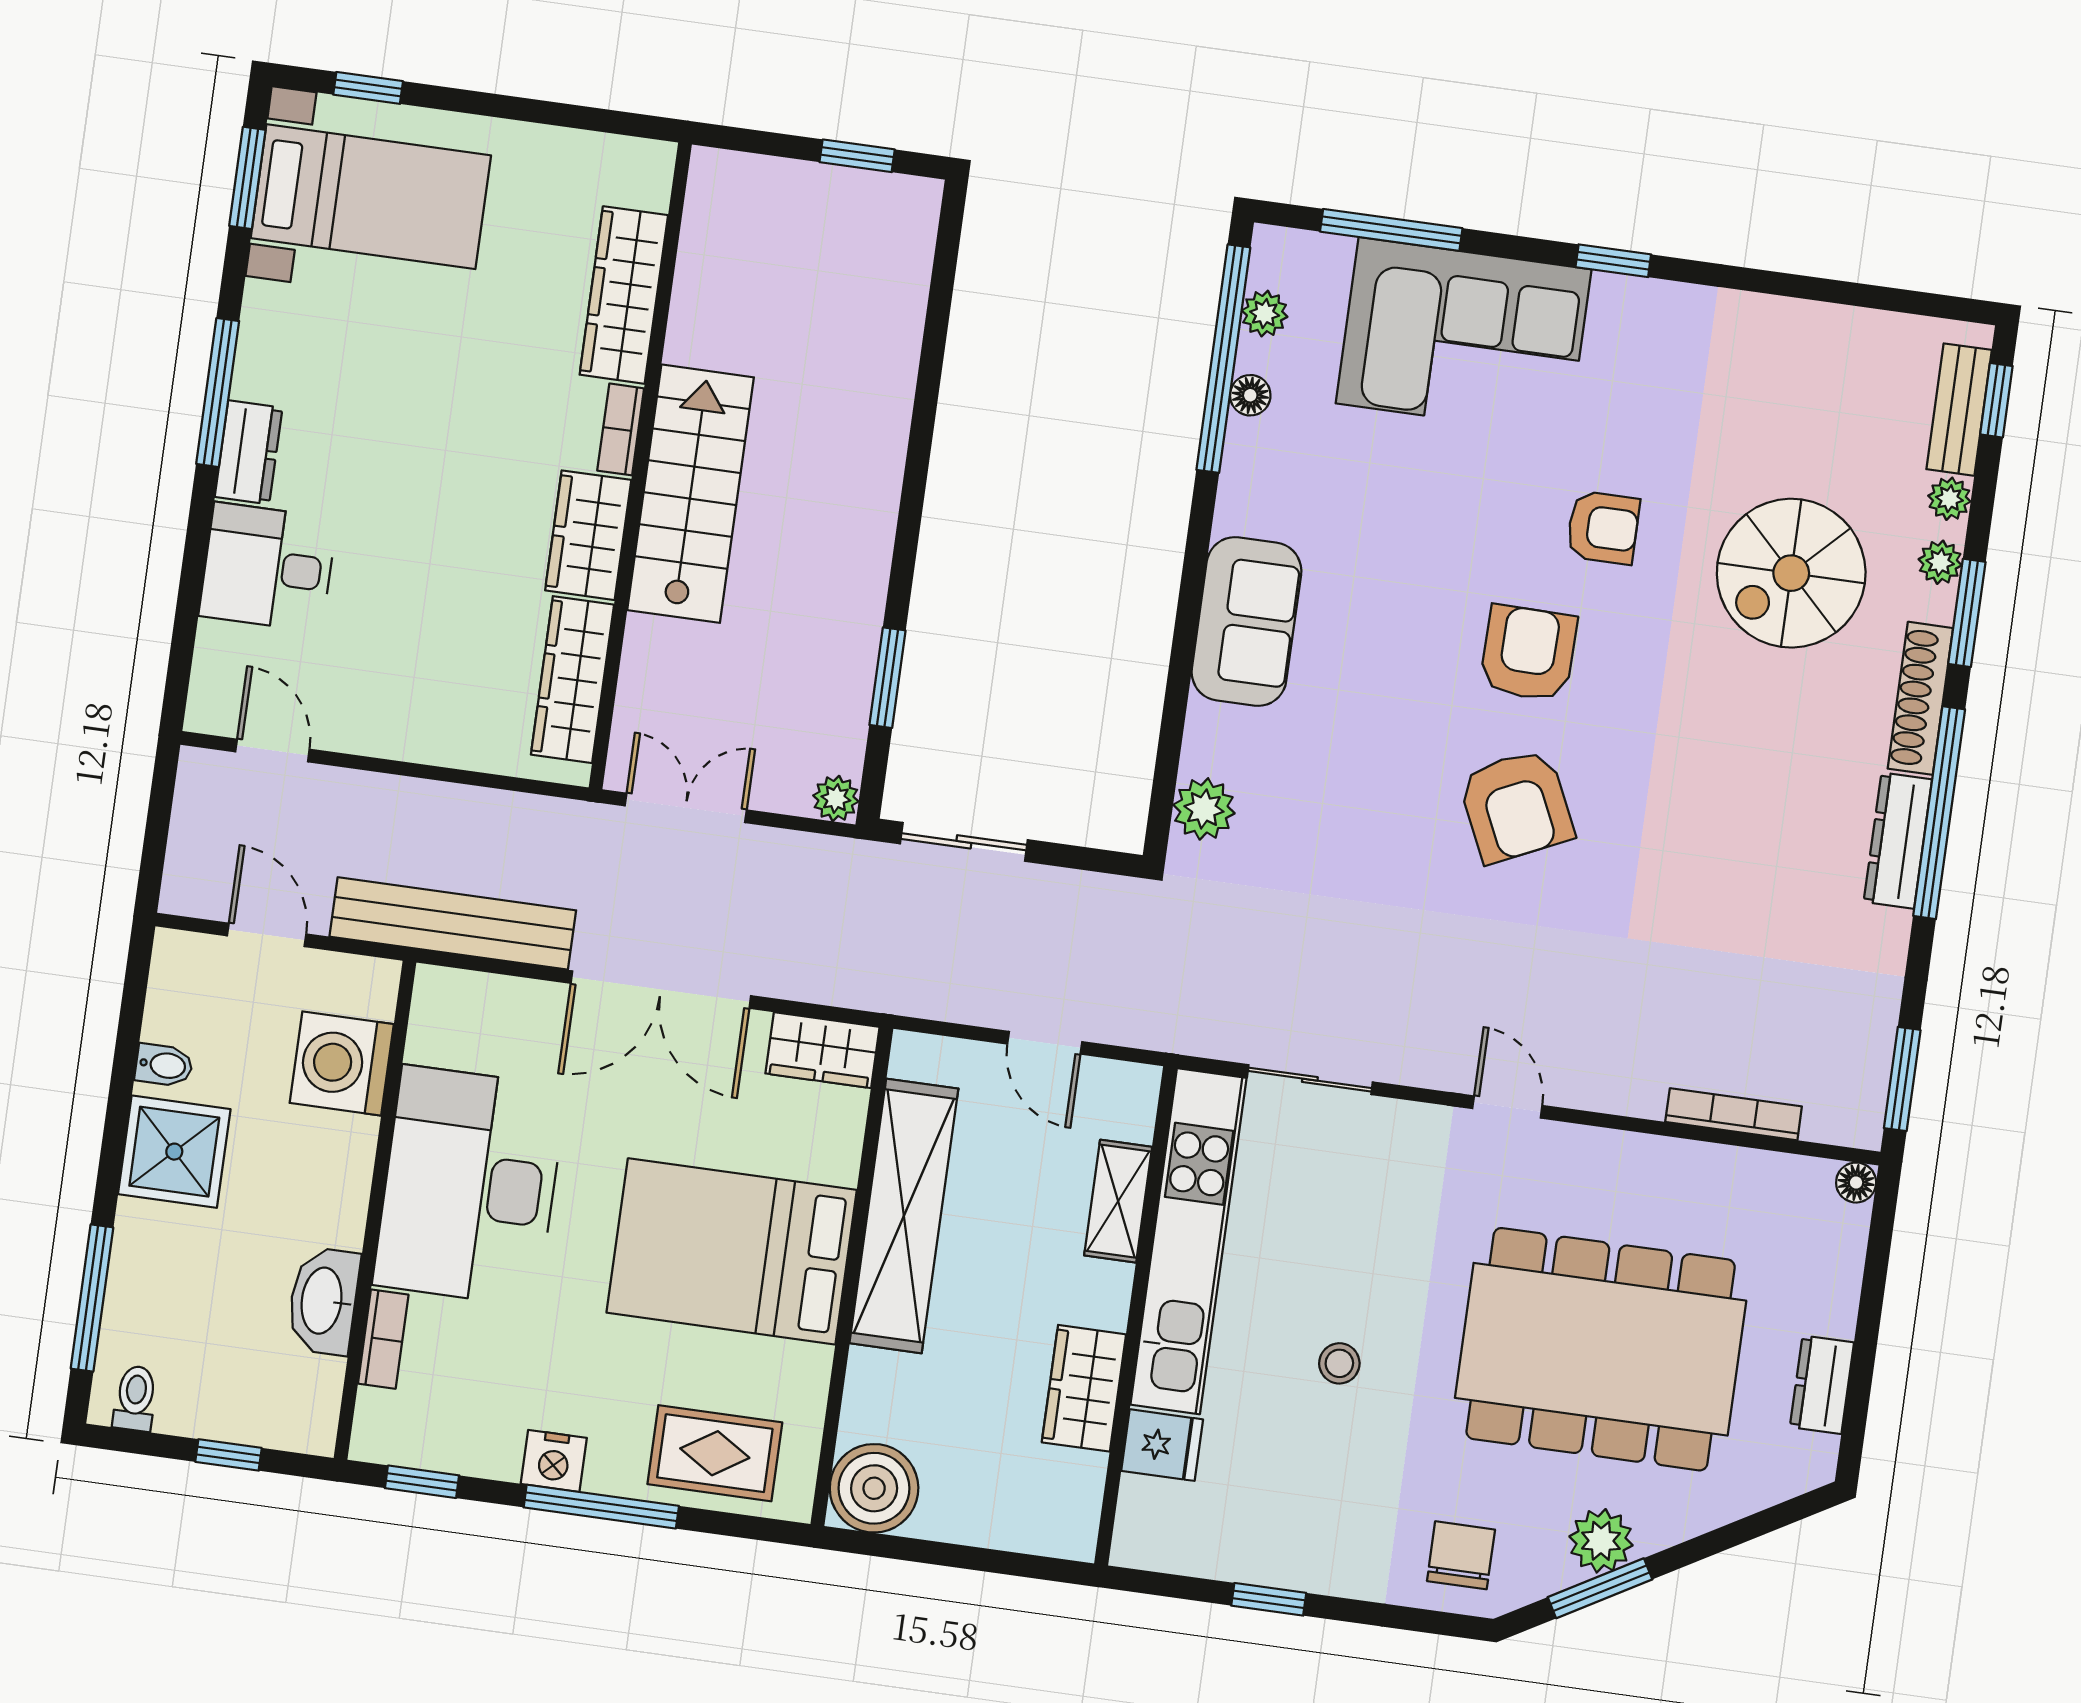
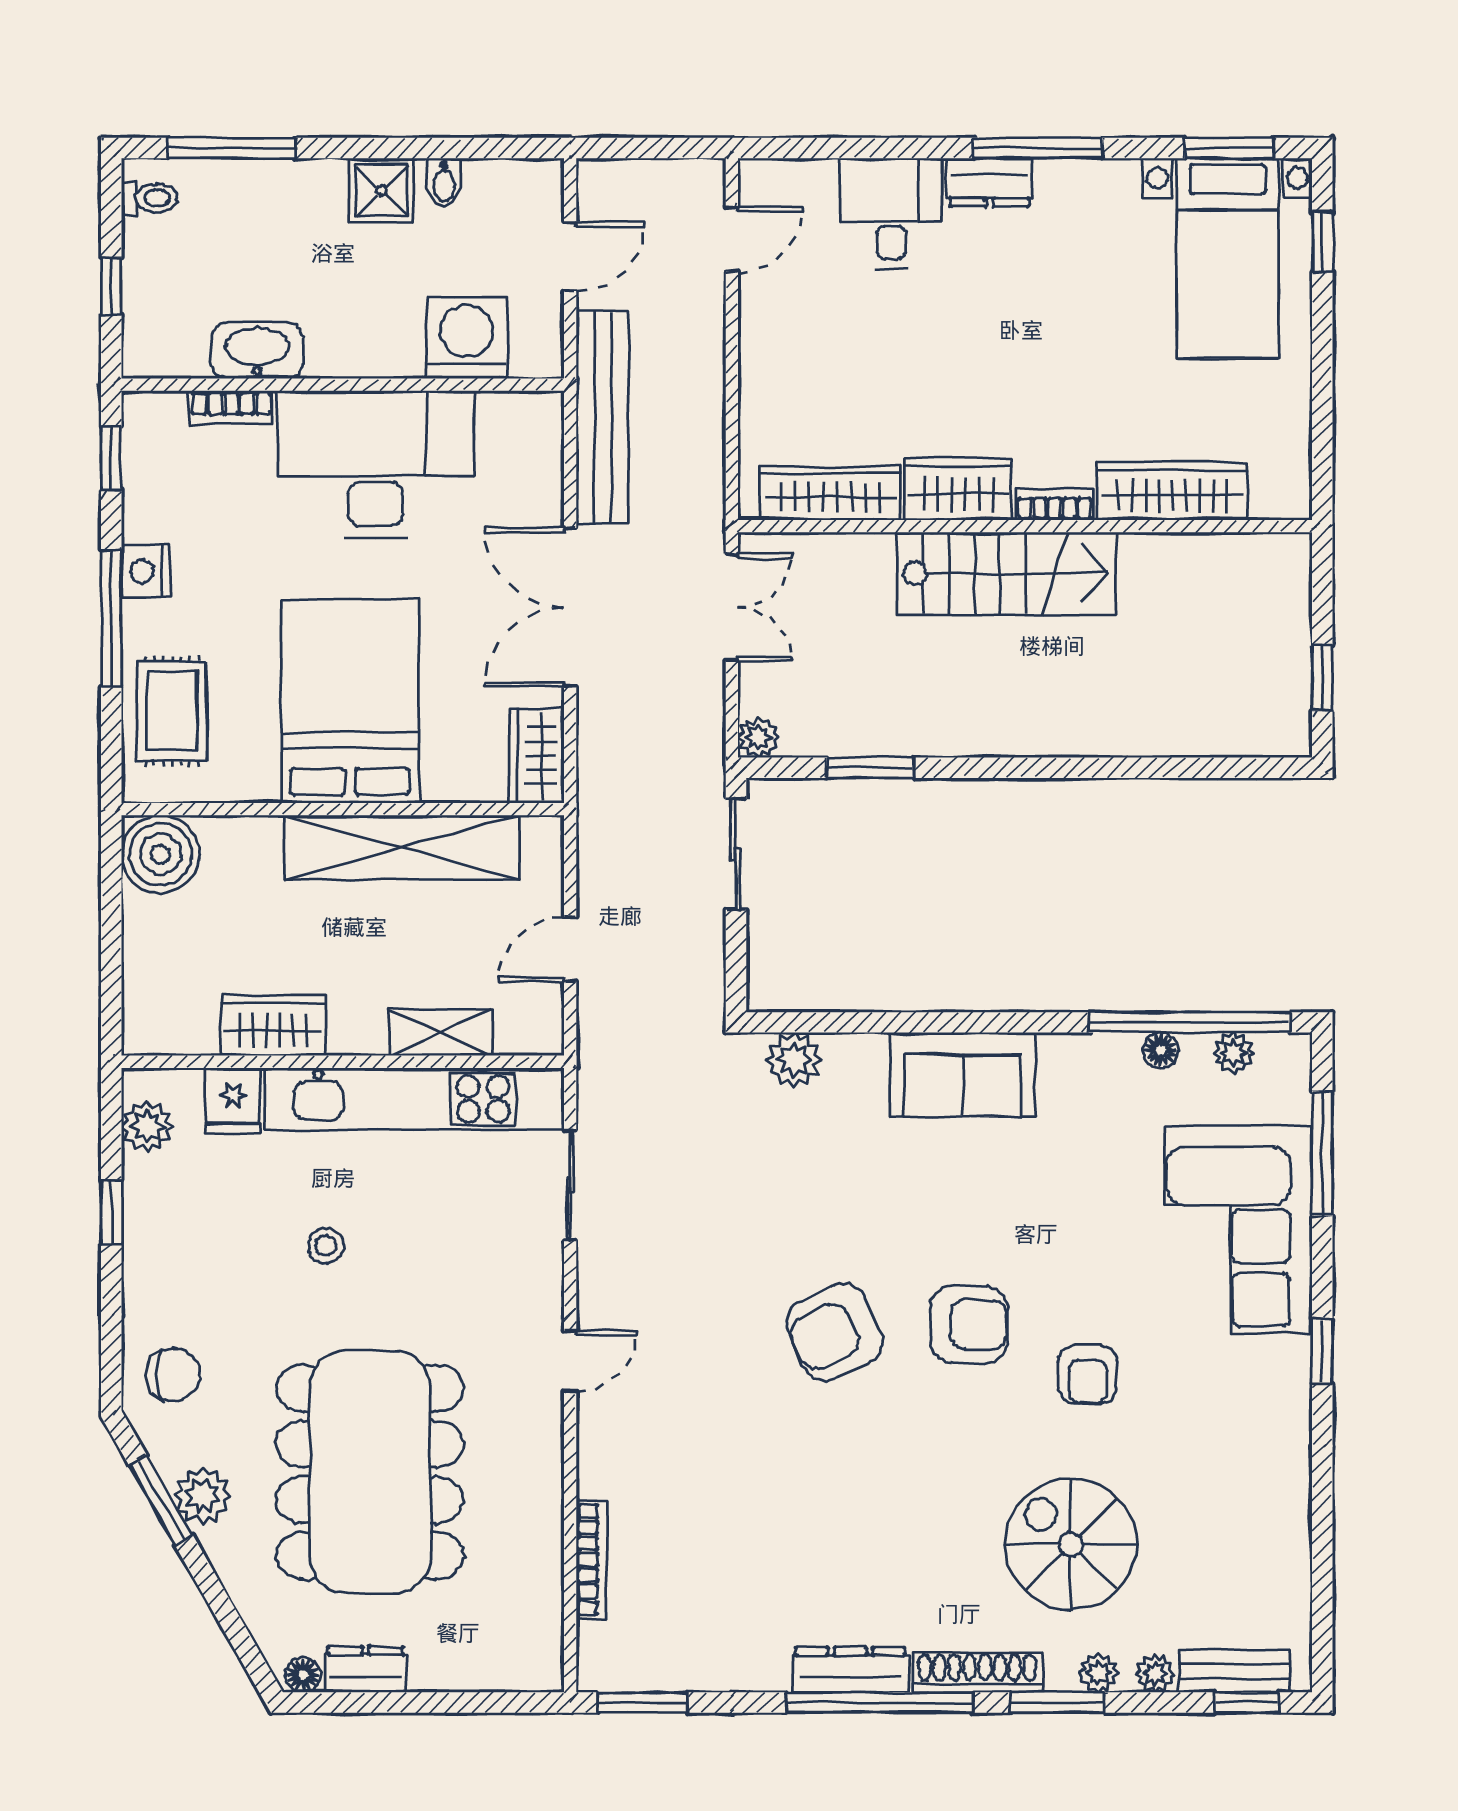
shower: (174, 1152) -> (381, 190), width x0.73, depth x0.73
floor lamp: (1856, 1183) -> (303, 1675), moved
plant: (1178, 1546) -> (147, 1127), added

